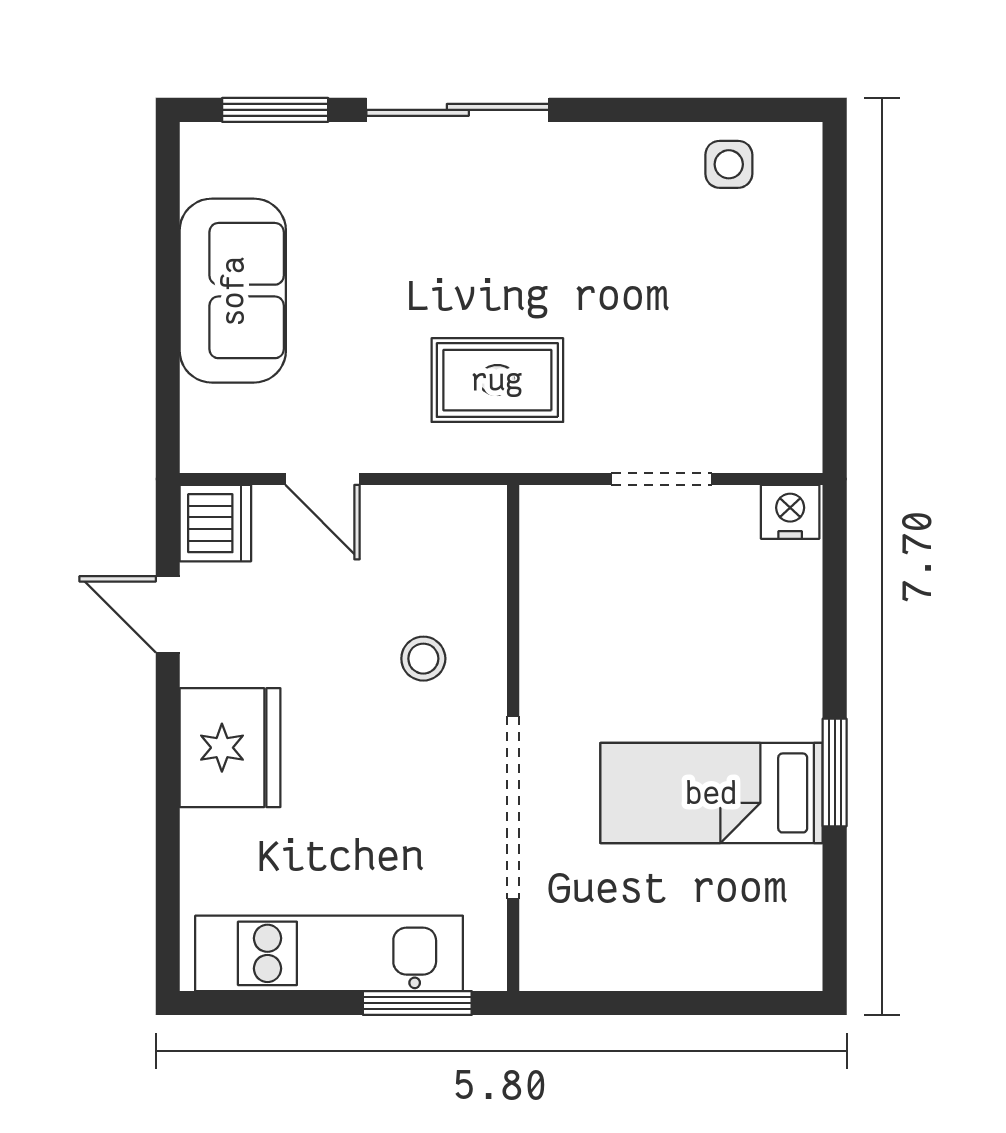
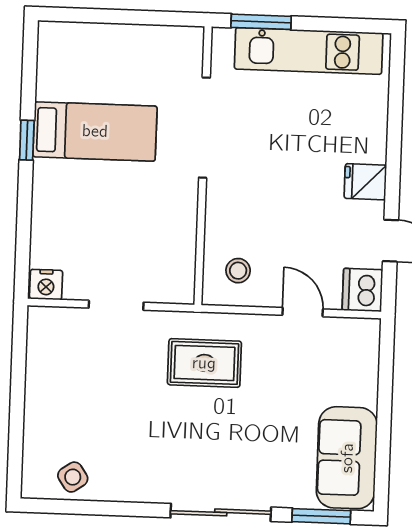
side table: (729, 164) -> (73, 477), turned -35
sofa: (233, 291) -> (347, 458), moved
stool: (423, 659) -> (238, 271), moved
fridge: (230, 748) -> (365, 182), width x0.53, depth x0.75
window: (835, 773) -> (27, 140), width x0.67

